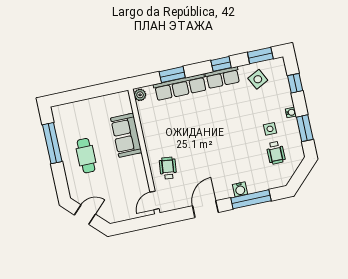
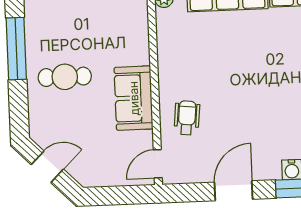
sofa: (126, 135) -> (134, 98), moved
cafe table: (86, 156) -> (65, 77), turned 90

